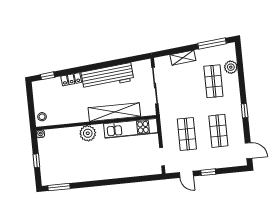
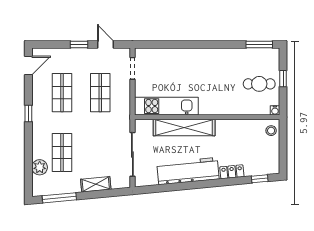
plant: (88, 133) -> (218, 105), removed
door: (249, 151) -> (28, 65), swing flipped
cafe table: (56, 154) -> (259, 84), added

